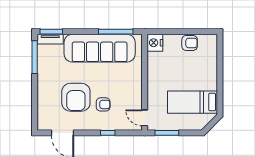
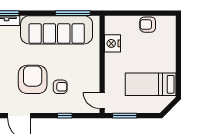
nightstand: (155, 43) -> (112, 43), moved
armchair: (190, 43) -> (148, 25), turned 180
armchair: (76, 97) -> (33, 79), turned 180

